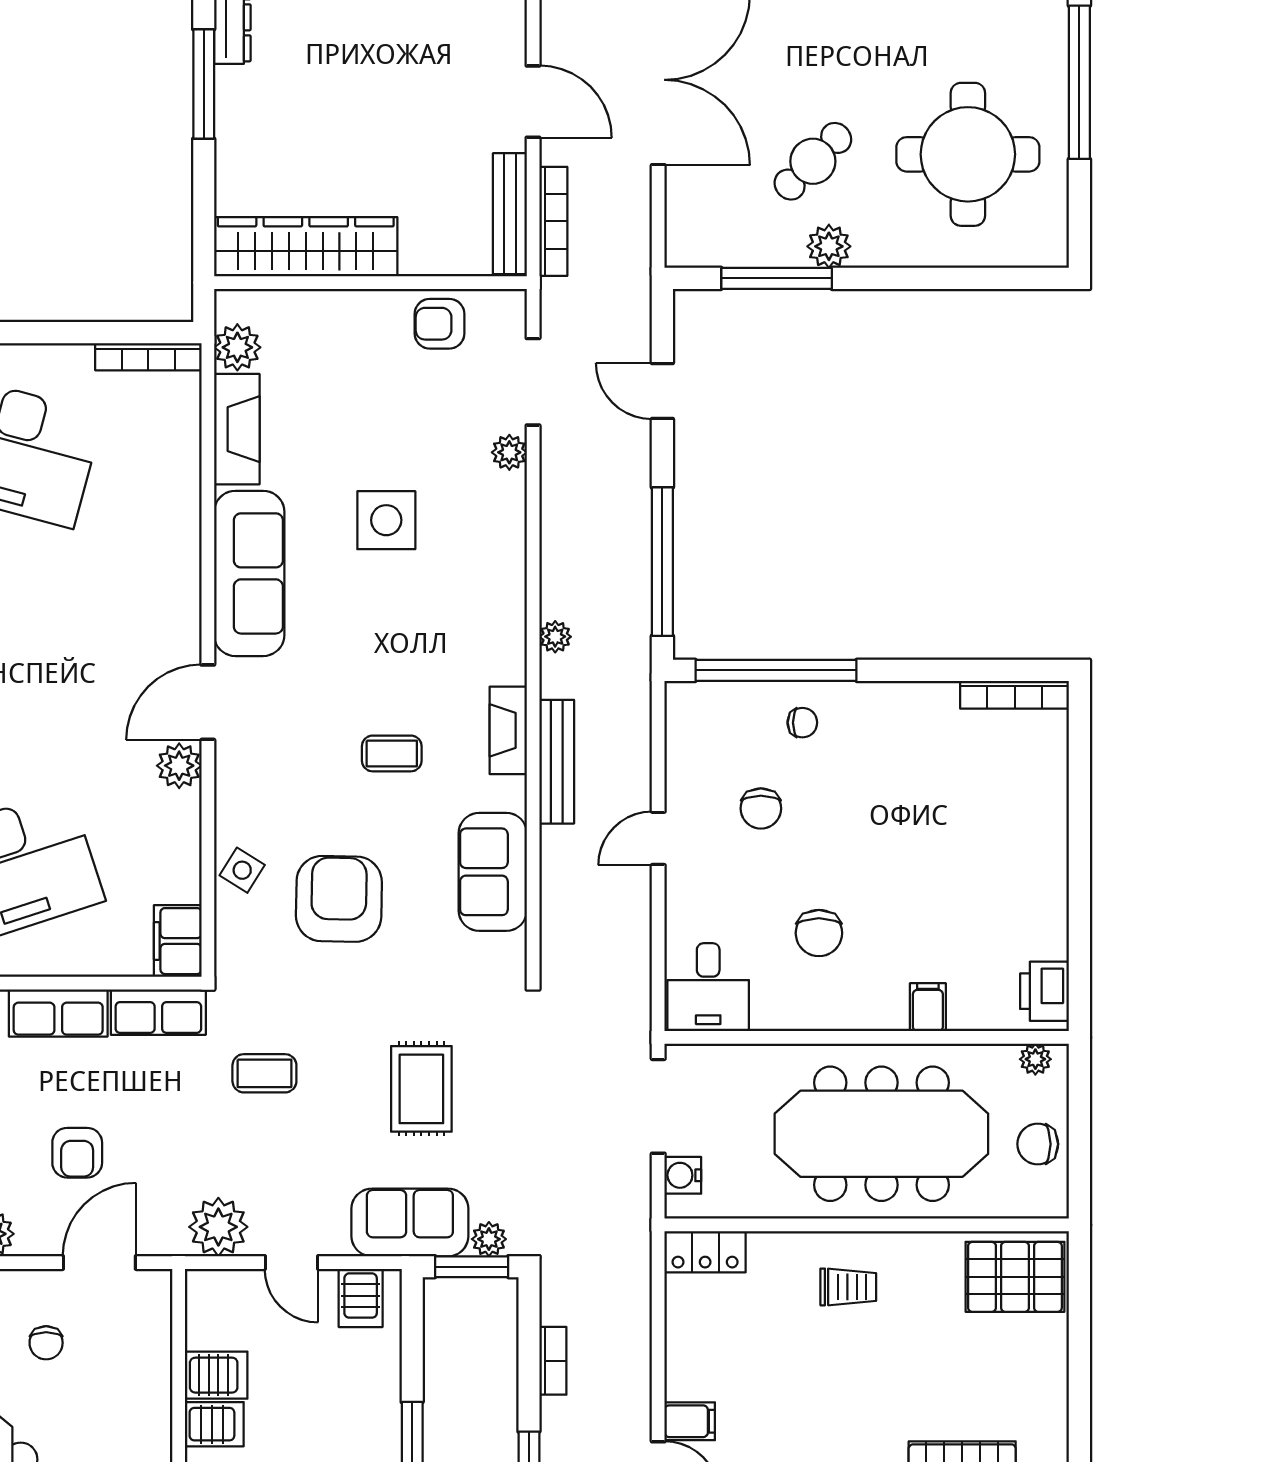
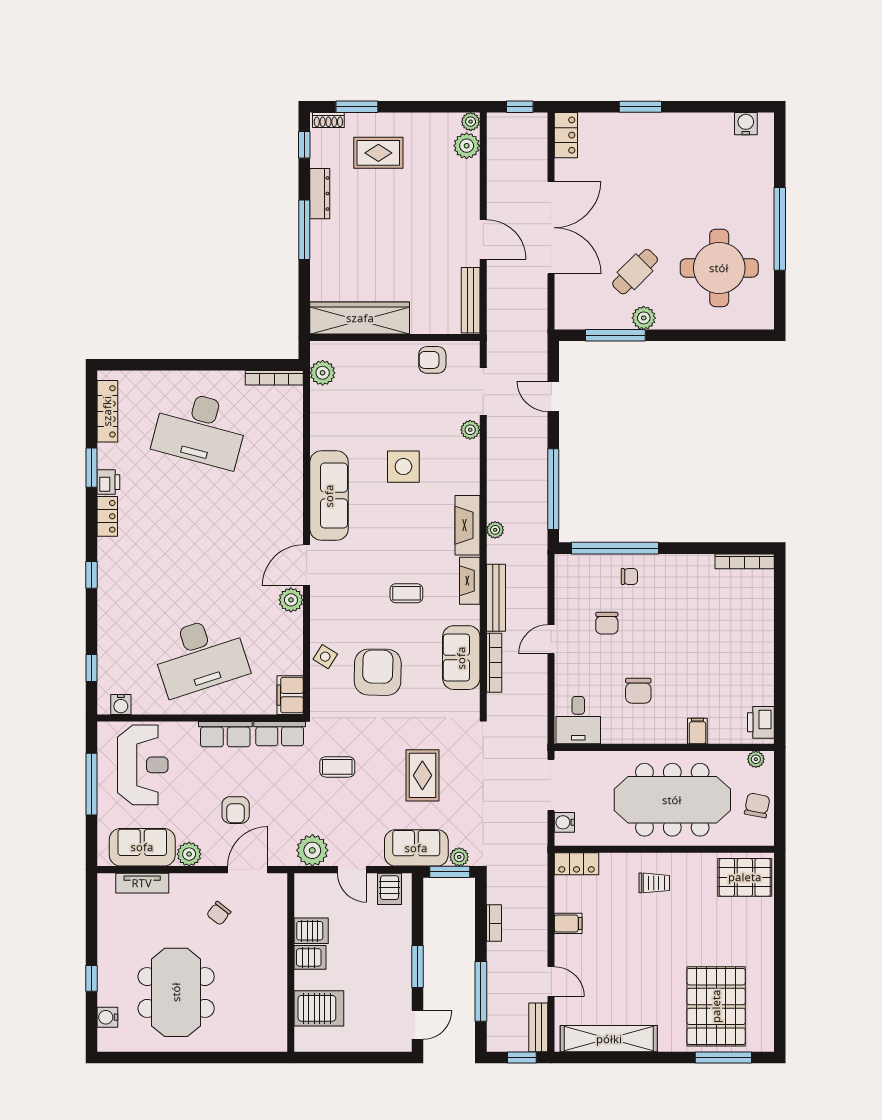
bookcase: (553, 221) -> (494, 663), moved
fireplace: (237, 429) -> (467, 525), moved, turned 180
chair: (1038, 1144) -> (757, 805), turned 101
chair: (46, 1343) -> (219, 913), turned 38
filing cabinet: (690, 1421) -> (568, 923), moved

